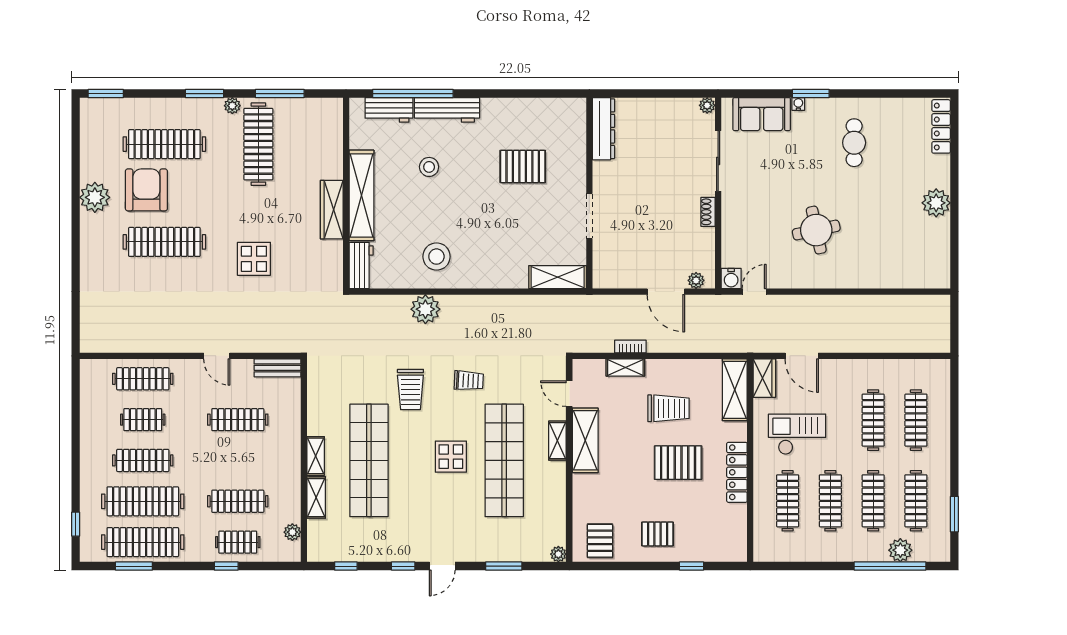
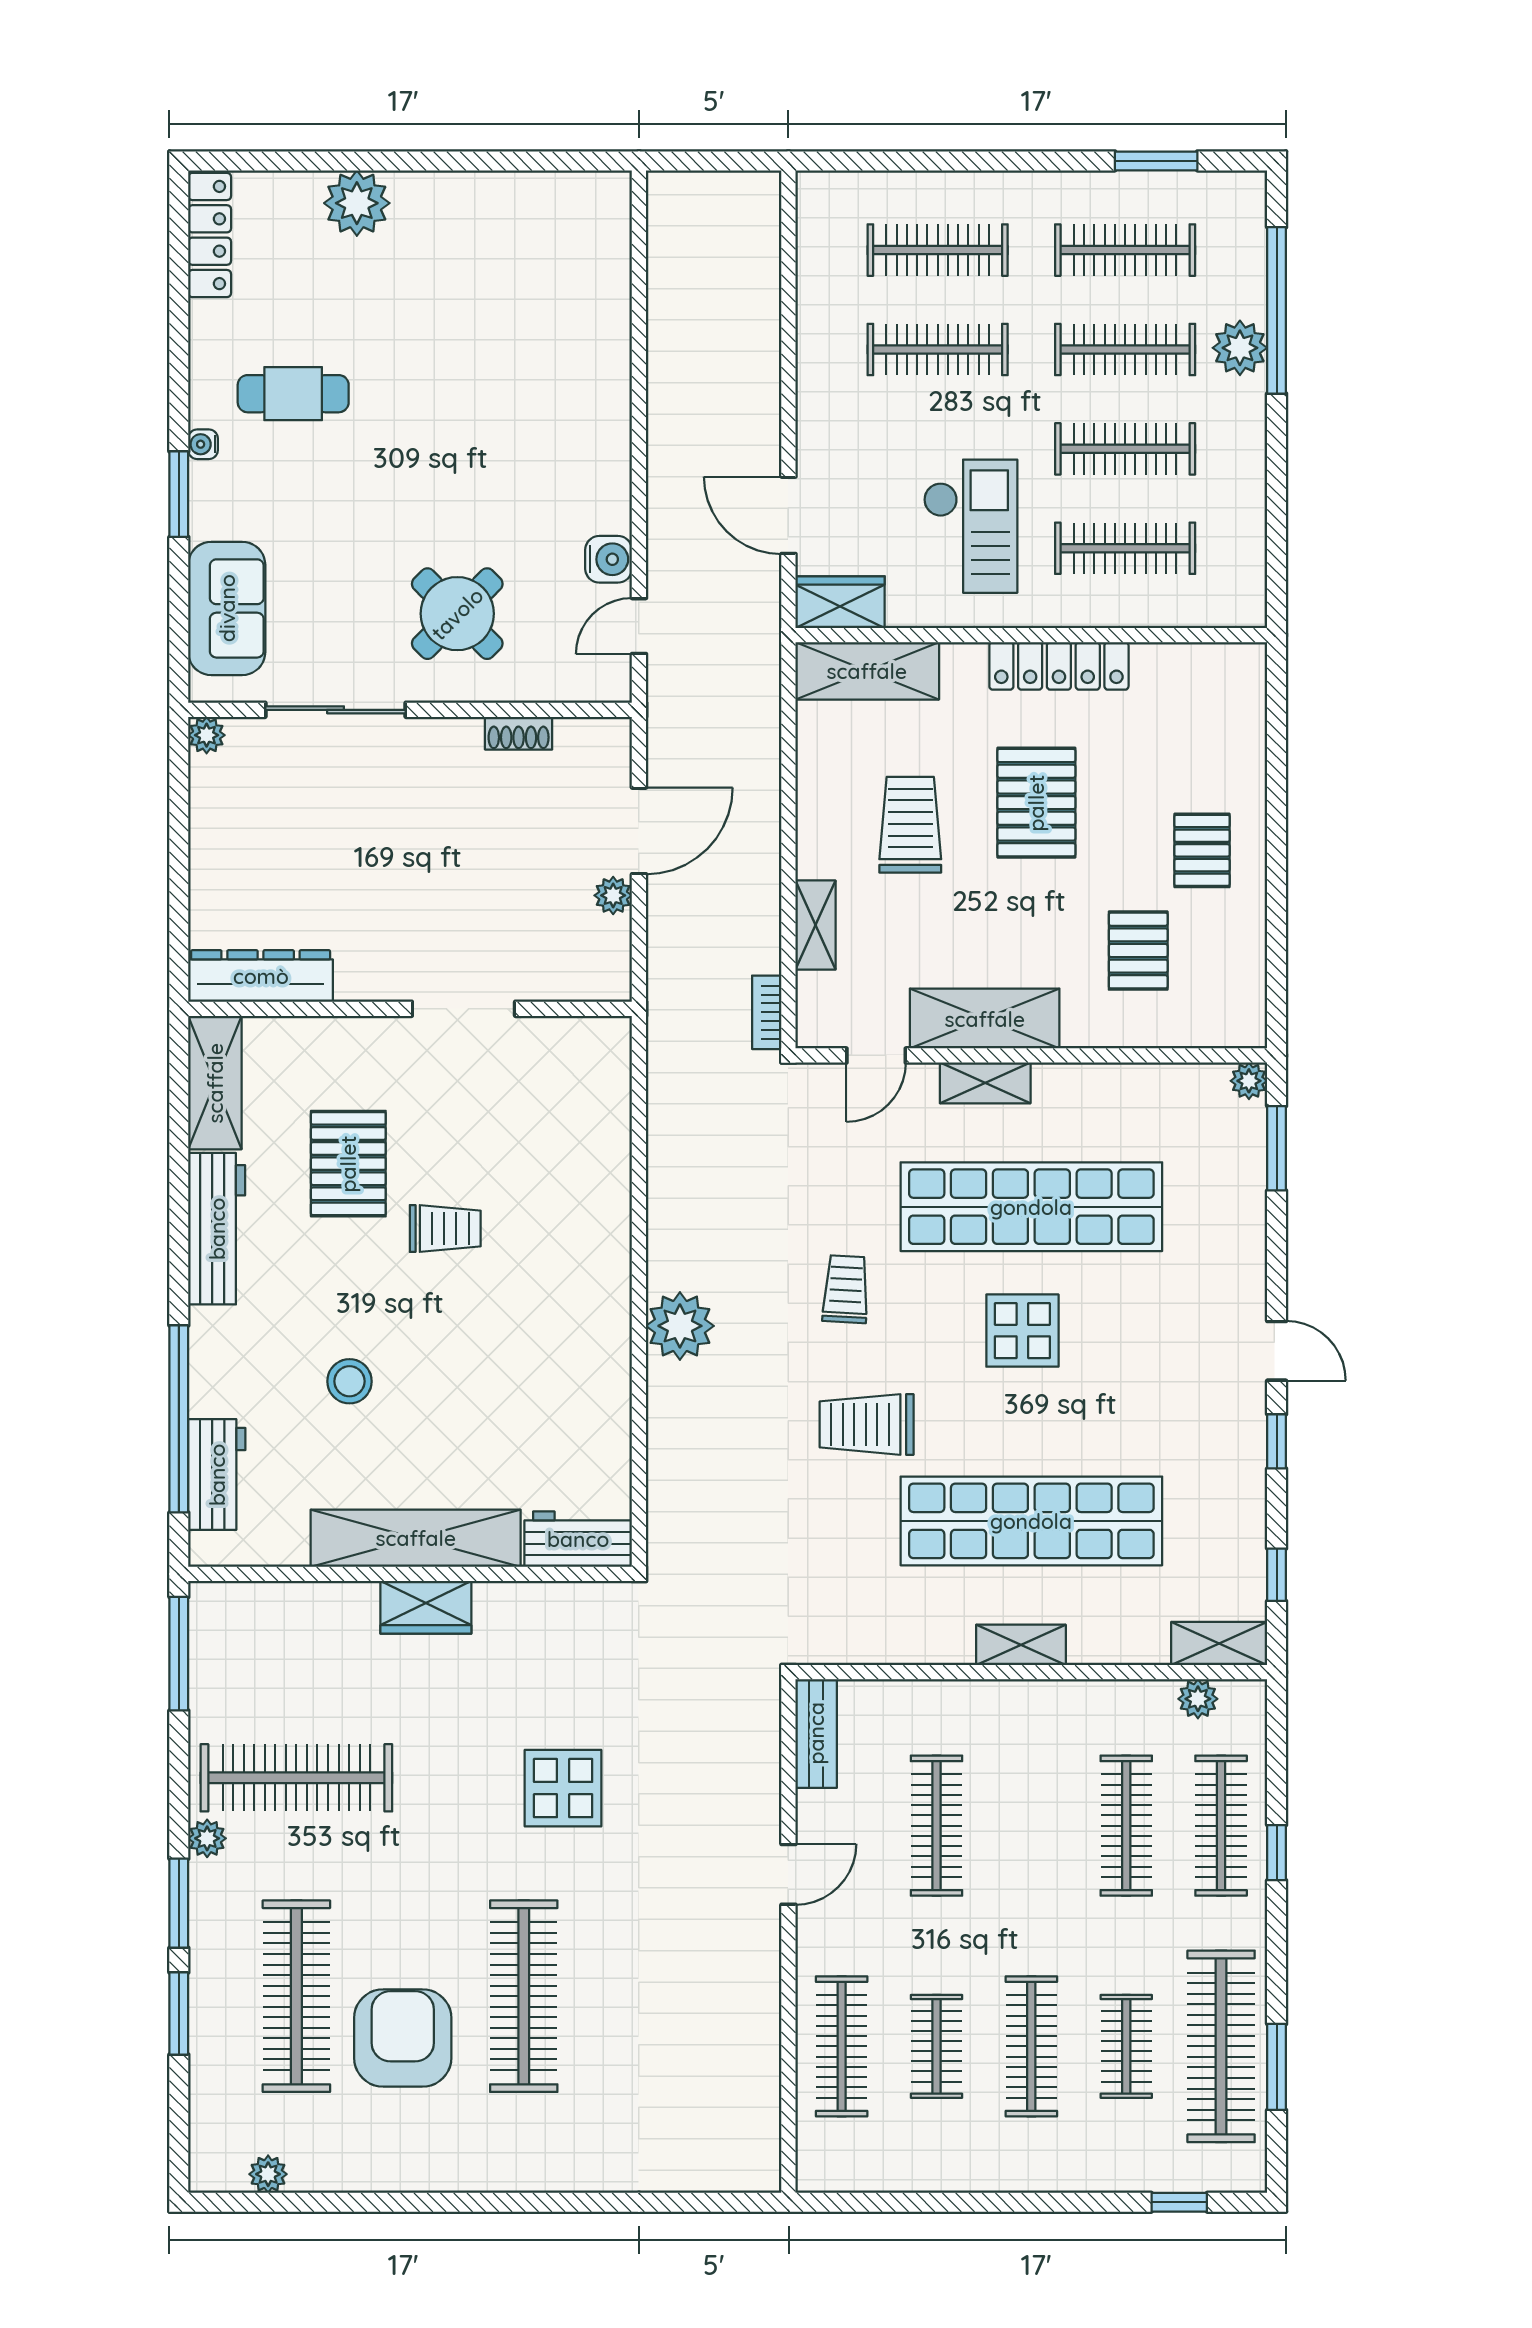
window: (106, 94) -> (179, 2013), moved
window: (280, 94) -> (179, 1654), moved
water cooler: (798, 104) -> (203, 444), moved
workbench: (447, 110) -> (217, 1229), moved
locker: (941, 126) -> (210, 235), moved, turned -90
armchair: (146, 190) -> (403, 2038), turned 90
plant: (95, 197) -> (268, 2174), moved, width x0.53, depth x0.53
plant: (936, 203) -> (357, 203), moved
trolley: (495, 208) -> (445, 1229), added
wardrobe: (332, 210) -> (426, 1607), width x0.67
shoe rack: (708, 212) -> (519, 733), moved
round table: (816, 230) -> (457, 614), moved, turned -33
stool: (436, 257) -> (558, 1364), removed
shelving: (558, 277) -> (215, 1083), moved
water cooler: (731, 278) -> (609, 559), moved
plant: (696, 280) -> (613, 895), moved
door: (754, 292) -> (639, 626), hinge flipped
plant: (425, 309) -> (680, 1326), moved
bookcase: (630, 347) -> (767, 1012), moved
door: (802, 356) -> (788, 515), swing flipped
trolley: (410, 390) -> (867, 1424), turned 180
checkout: (797, 434) -> (971, 526), turned 180
shelving: (316, 498) -> (1219, 1643), moved
clothes rail: (143, 501) -> (1126, 2046), width x0.54, depth x0.76
pallet: (600, 541) -> (1138, 951), moved, turned 90
clothes rail: (238, 542) -> (1221, 1826), width x1.36
plant: (900, 550) -> (1240, 348), moved
window: (504, 566) -> (1277, 1148), moved
window: (692, 566) -> (1277, 771), removed

